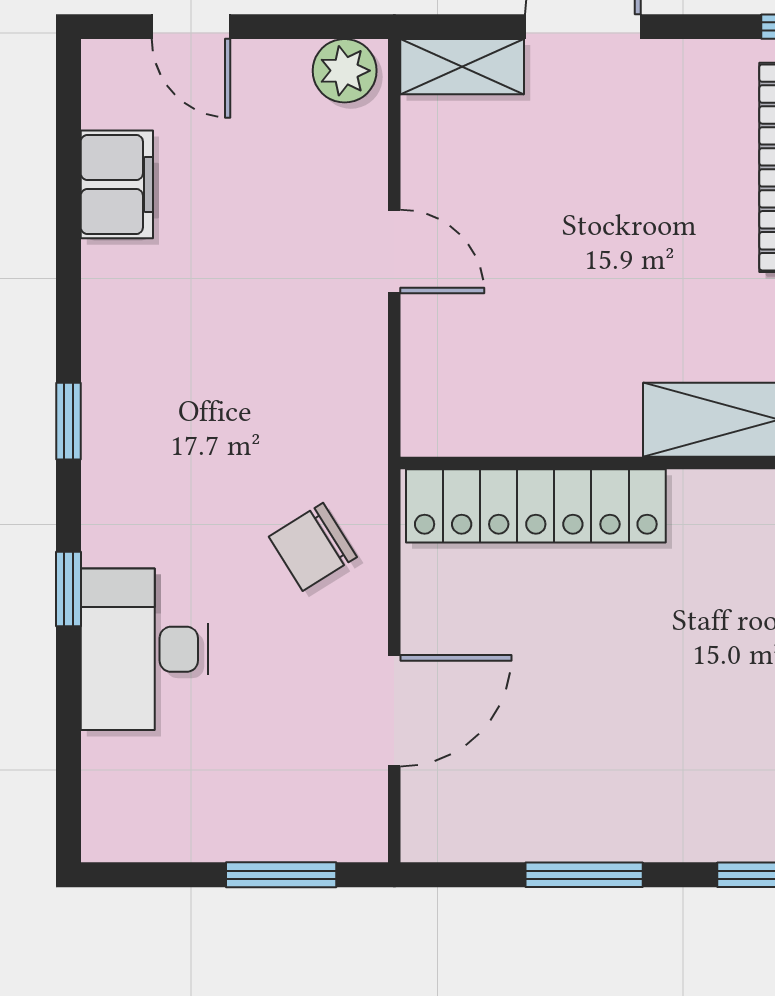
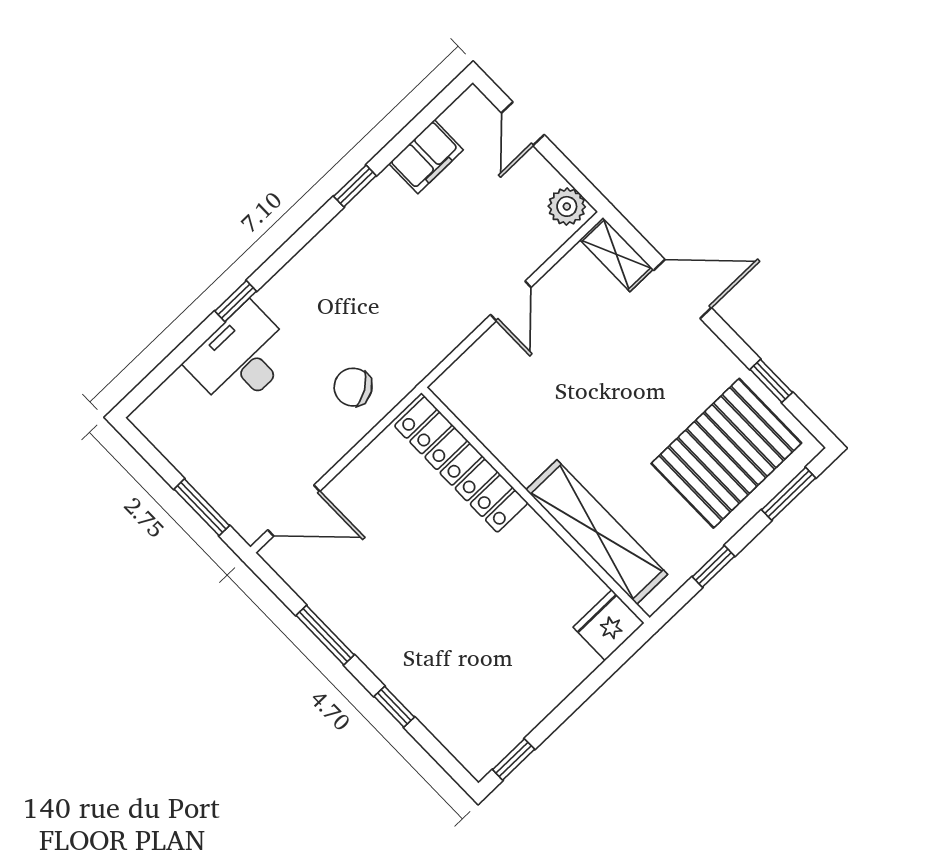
window: (69, 421) -> (355, 186), moved
door: (394, 711) -> (294, 511), moved

